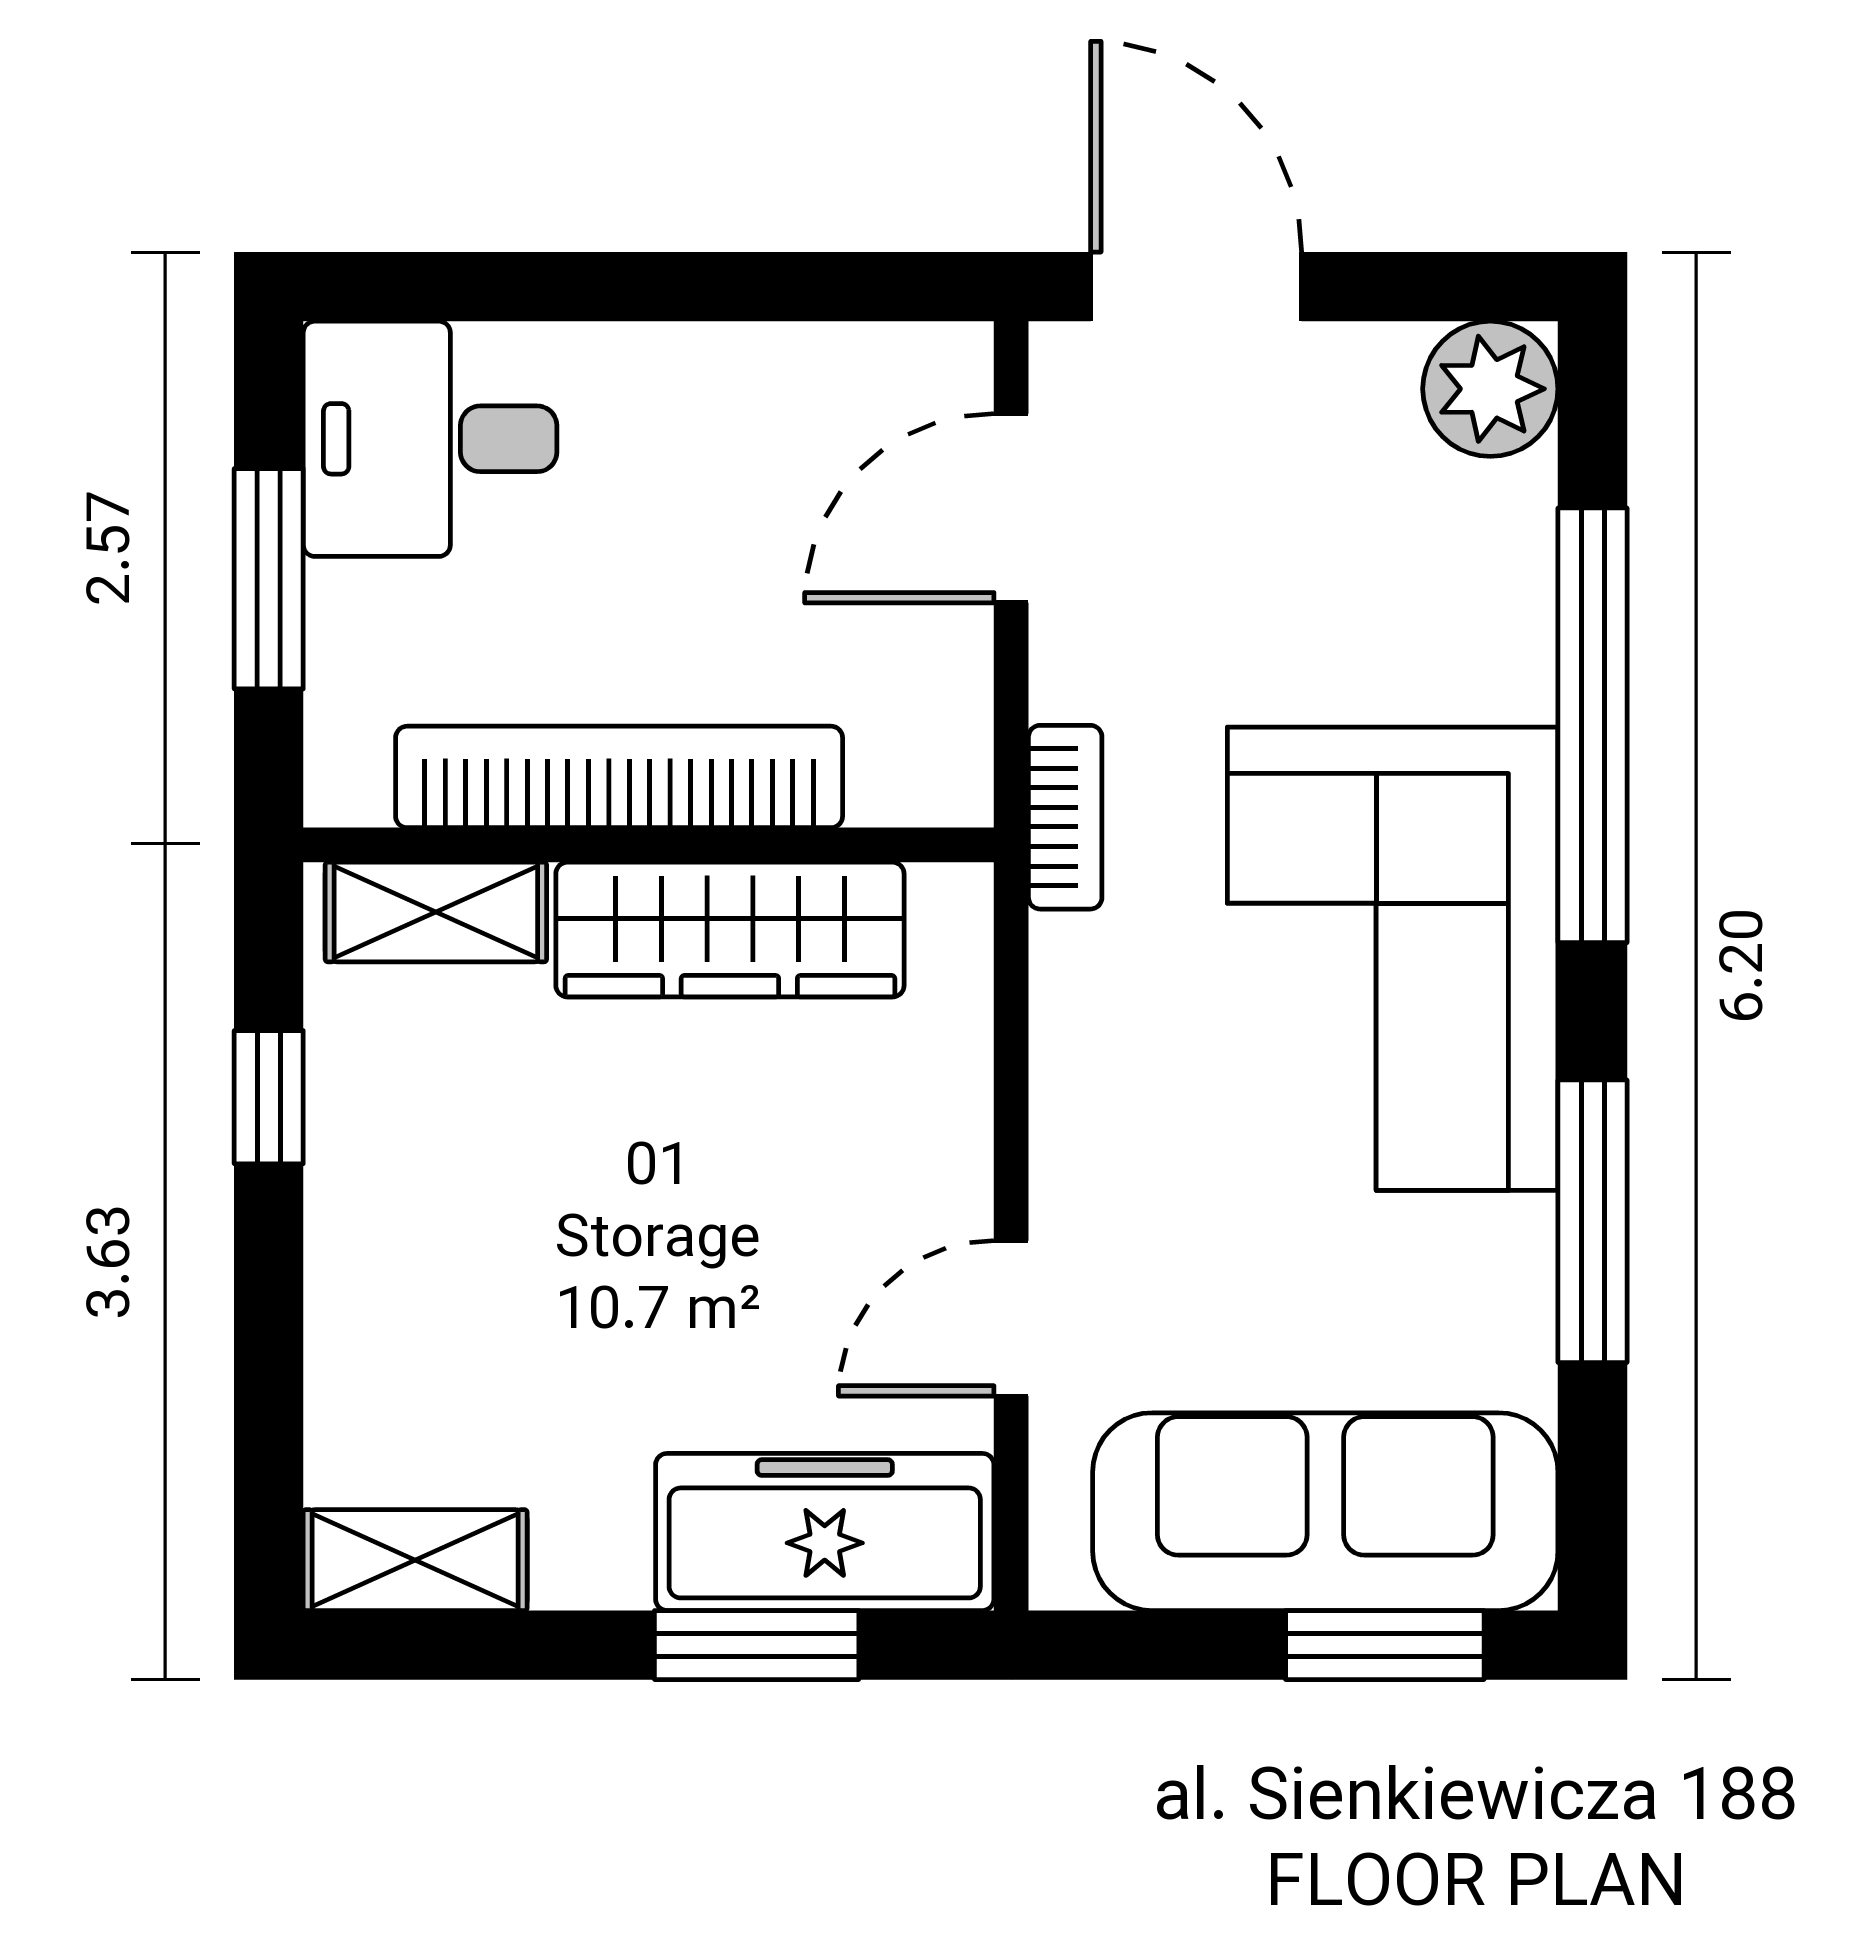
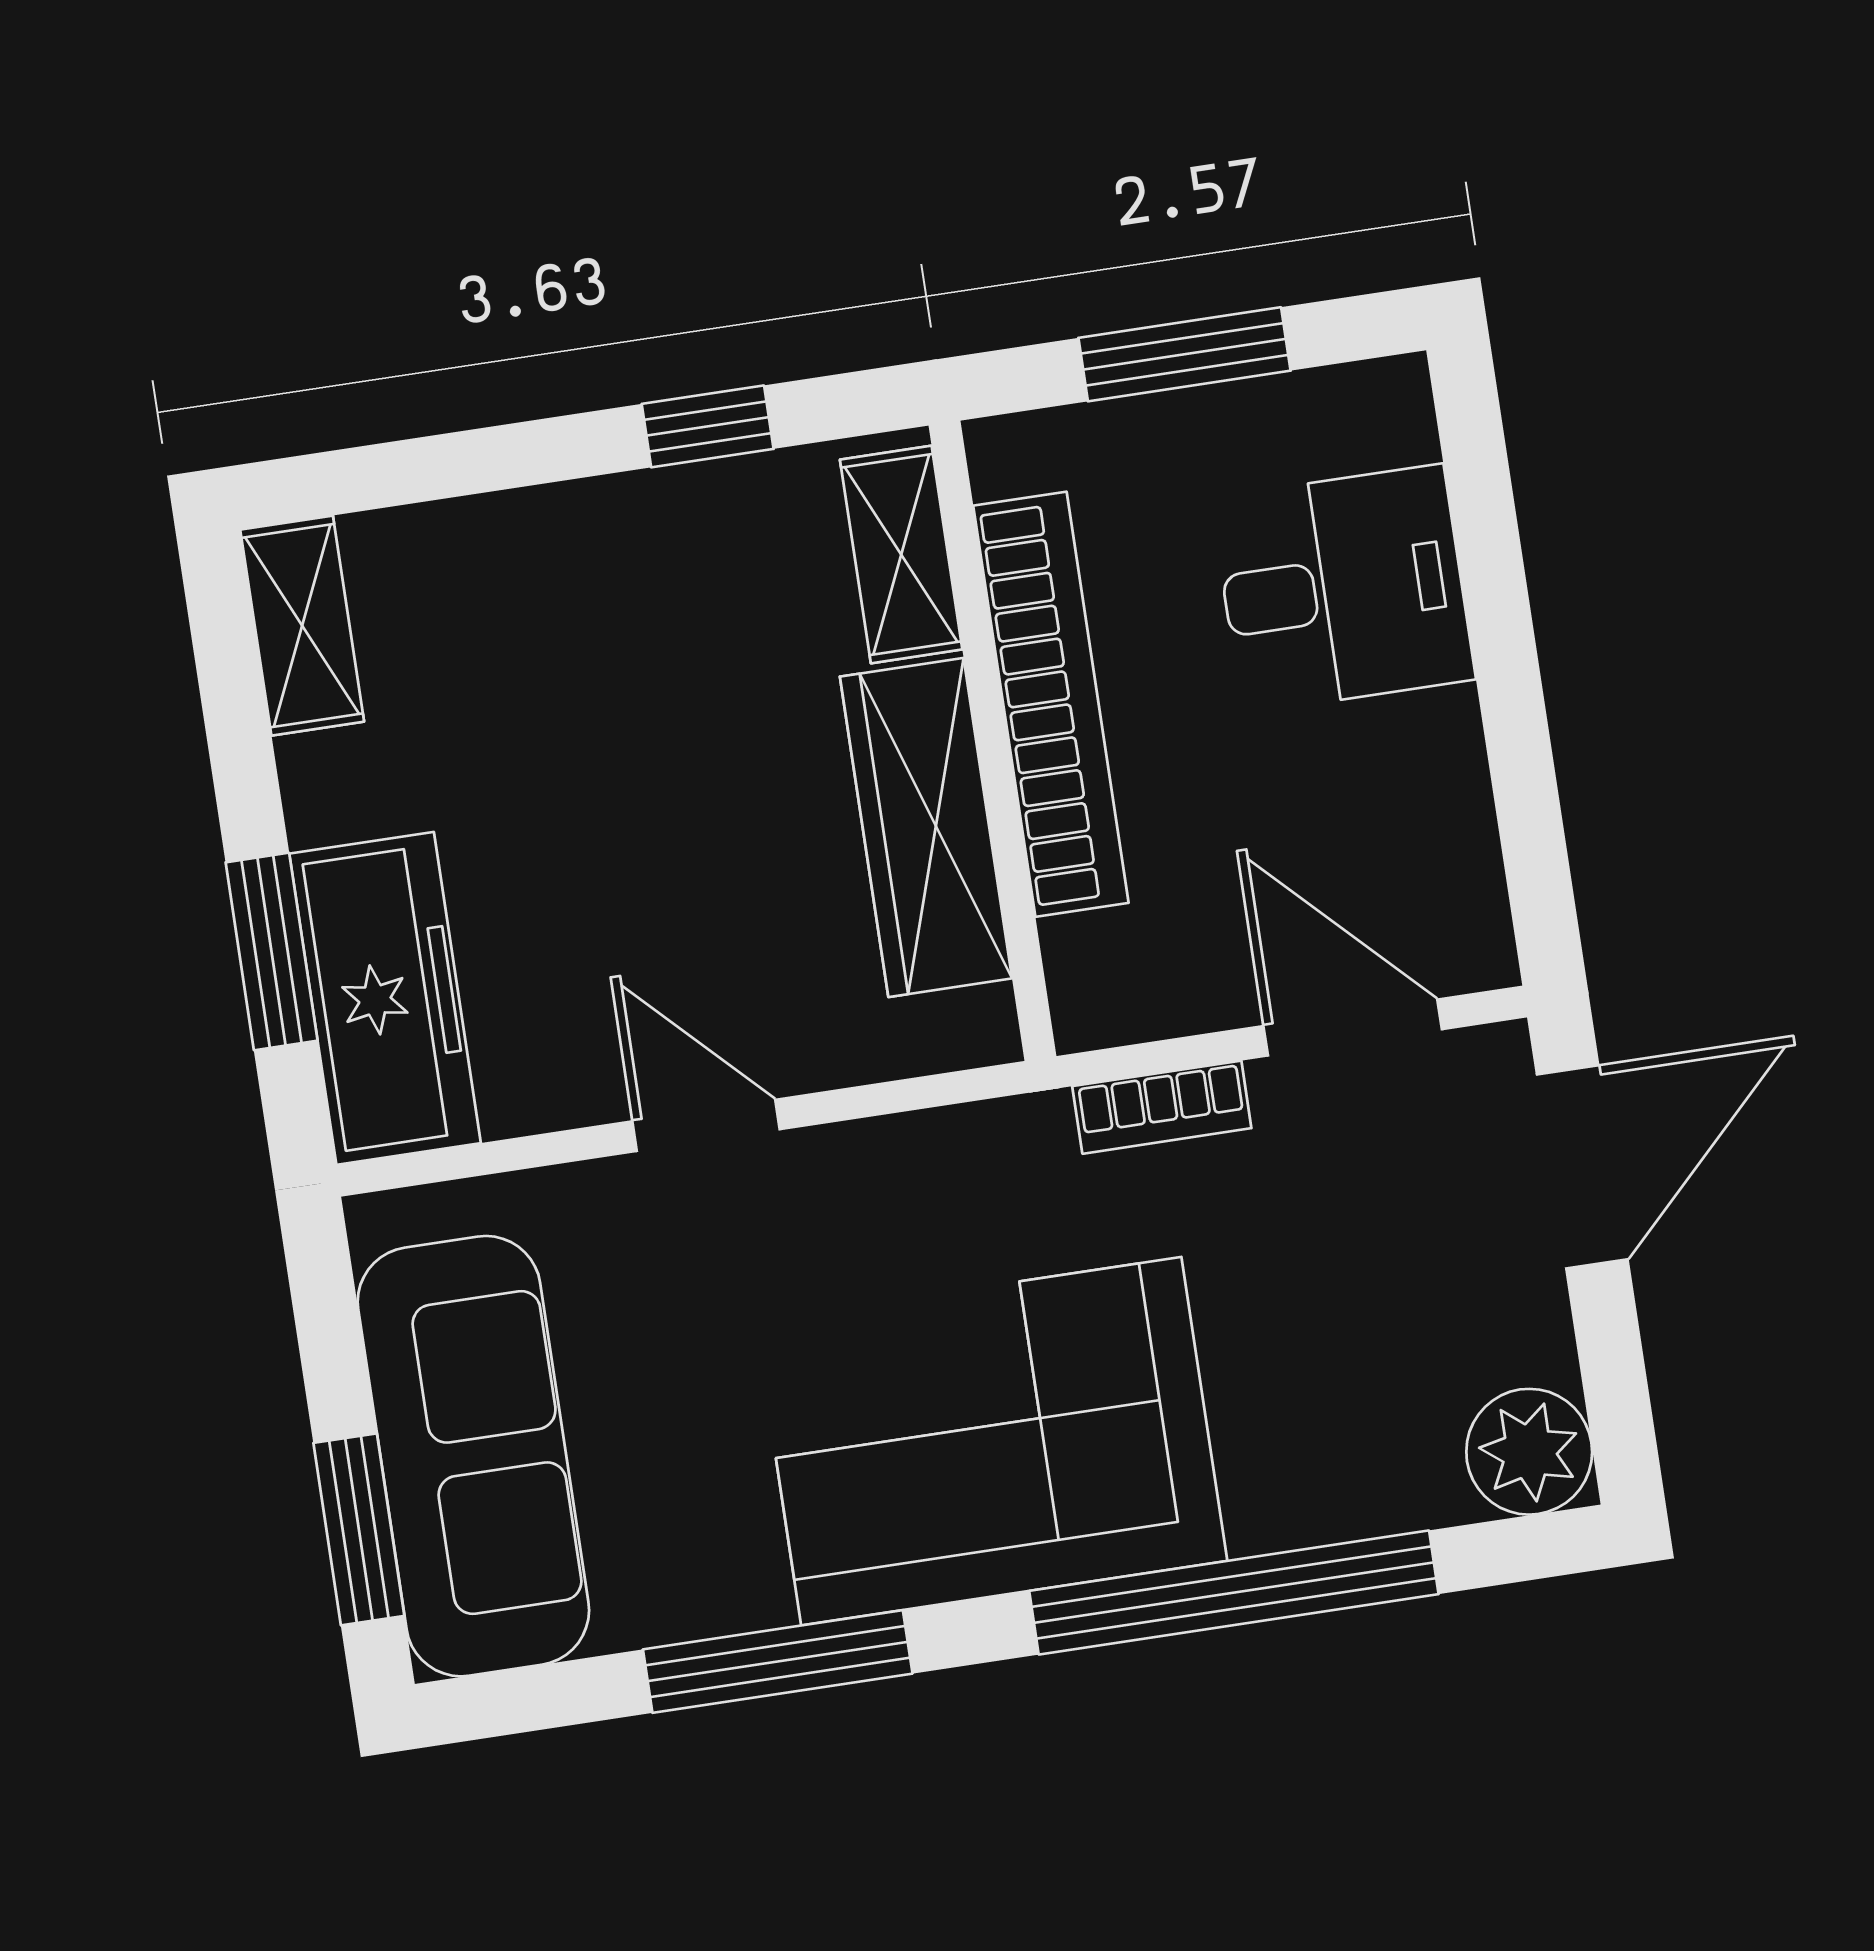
desk: (430, 439) -> (1343, 589), moved, turned 90
bookcase: (1065, 817) -> (1162, 1107), moved
door: (1011, 1318) -> (706, 1125), moved

